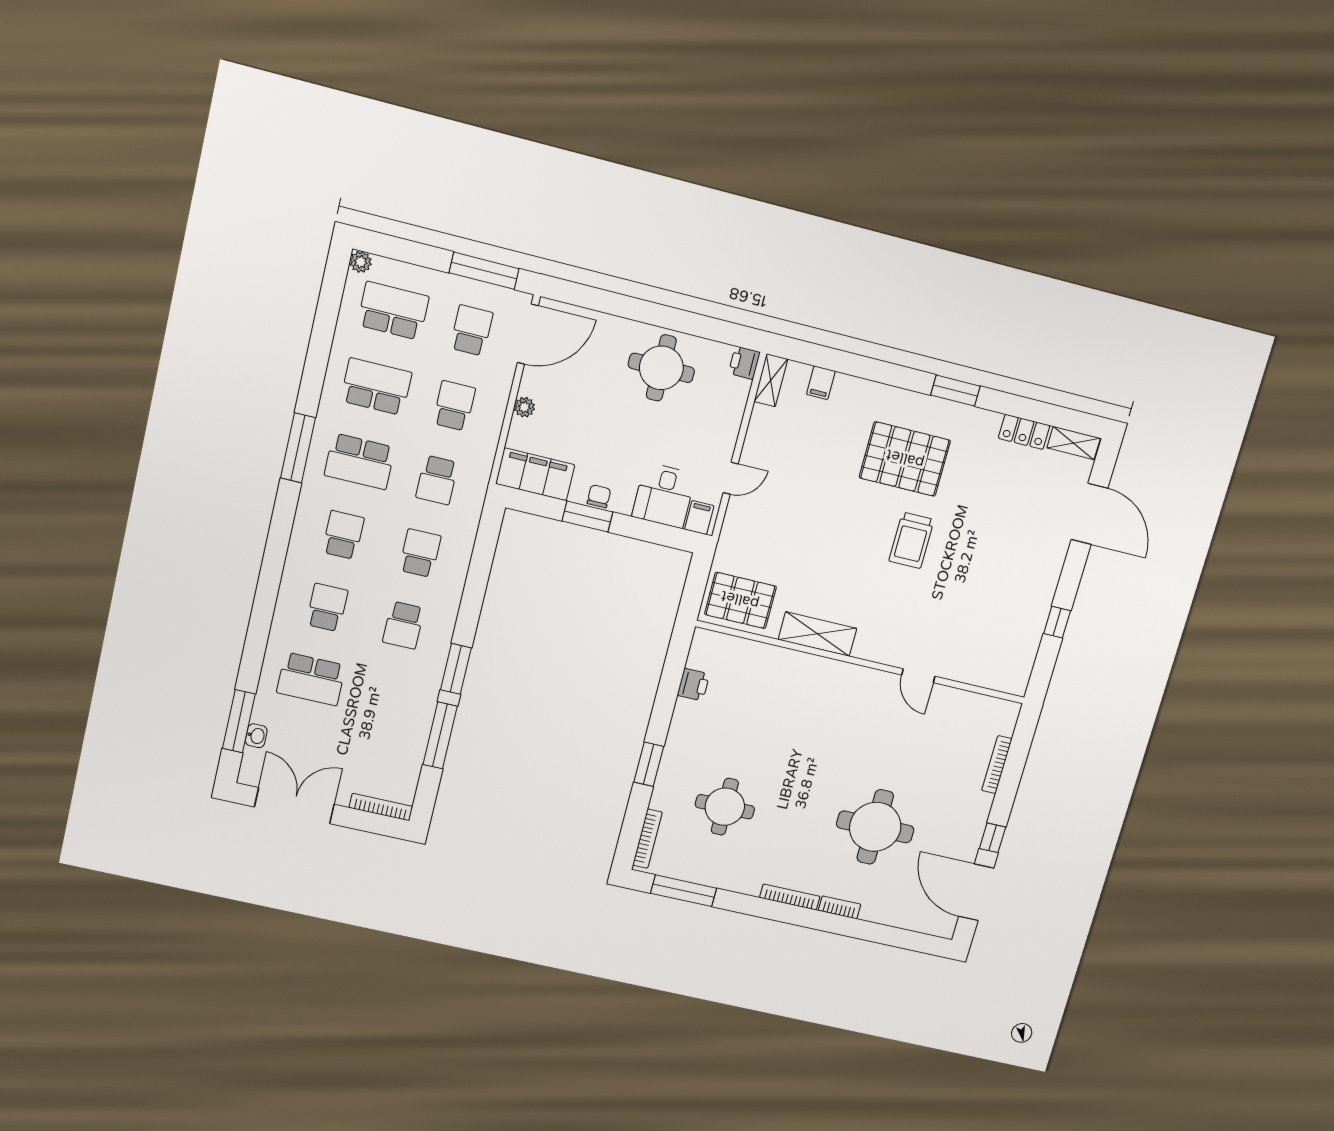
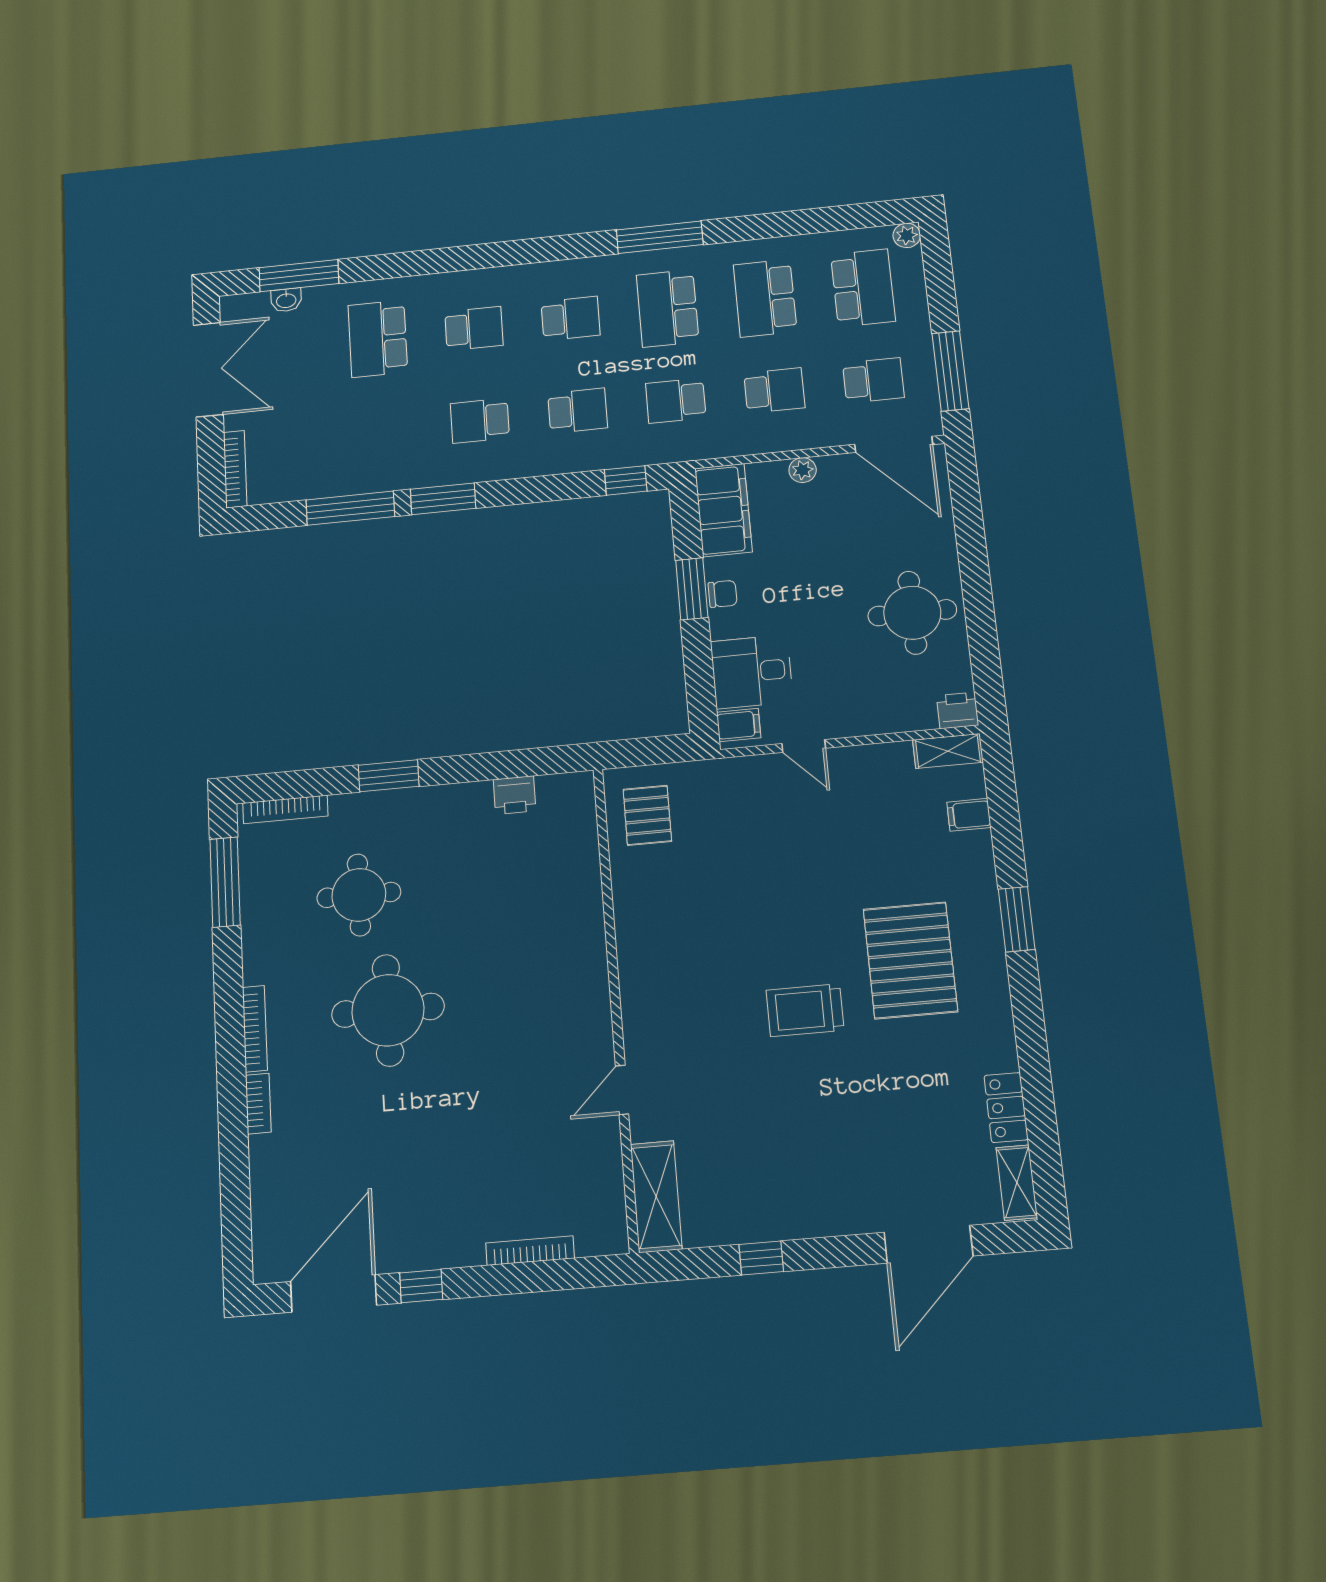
school desk: (376, 387) -> (765, 298), turned 180
window: (955, 391) -> (1017, 919), moved
window: (487, 536) -> (626, 480), added
pallet: (740, 600) -> (647, 815), width x0.67, depth x0.71
shelving: (818, 634) -> (656, 1197), moved
round table: (875, 827) -> (388, 1010), moved

